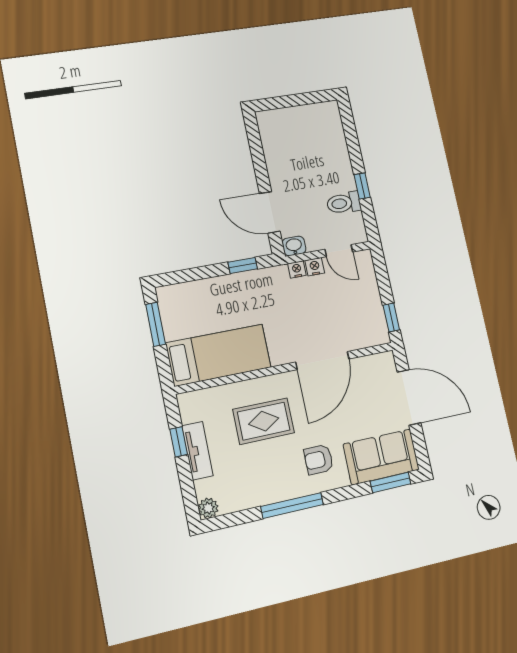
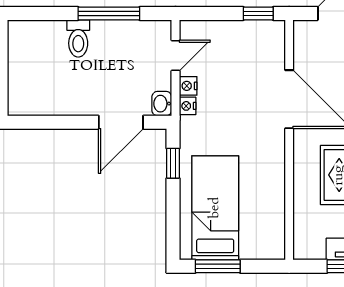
window: (362, 186) -> (109, 14), width x2.17
toilet: (344, 203) -> (78, 38), moved
bed: (219, 355) -> (215, 208), moved

